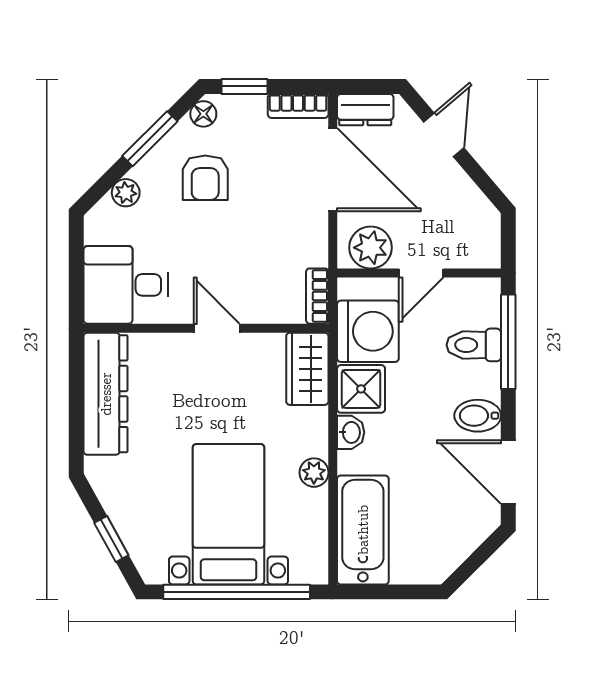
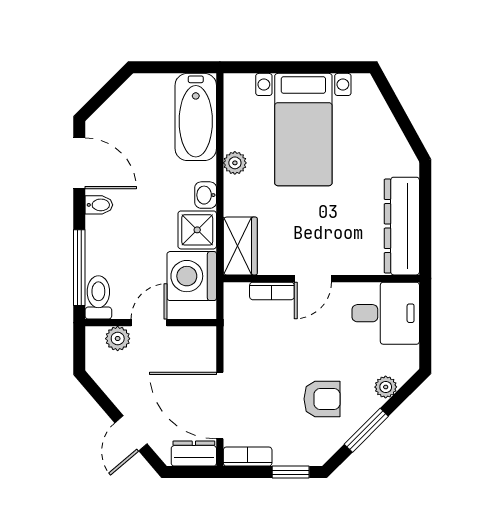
floor lamp: (203, 114) -> (324, 450), removed
armchair: (205, 178) -> (322, 399), turned 90
plant: (371, 248) -> (118, 339), moved, width x0.73, depth x0.73
bookcase: (317, 296) -> (272, 291), moved, turned 90
door: (217, 328) -> (313, 279), hinge flipped
toilet: (474, 345) -> (98, 297), moved, turned -90
bidet: (478, 416) -> (99, 205), width x0.72, depth x0.74
window: (111, 539) -> (397, 110), removed
window: (237, 592) -> (297, 67), removed

